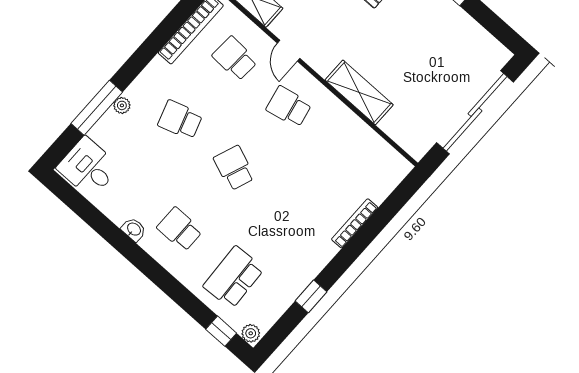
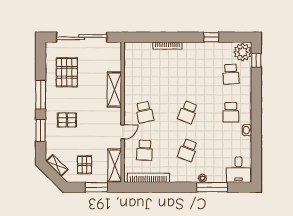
pallet: (444, 47) -> (67, 72), added
school desk: (180, 120) -> (188, 150), turned 39
school desk: (234, 277) -> (231, 74), width x0.54
plant: (251, 333) -> (243, 52), width x1.87, depth x1.87

